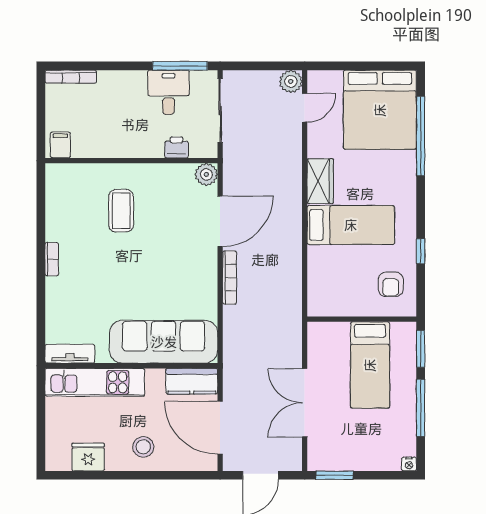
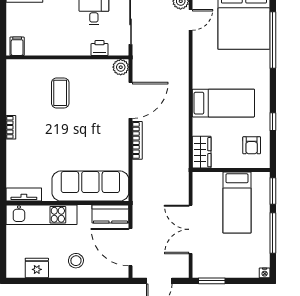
wardrobe: (320, 181) -> (202, 152), moved

